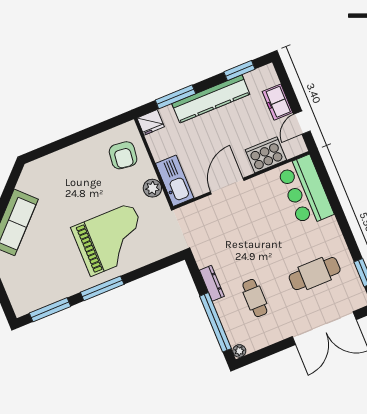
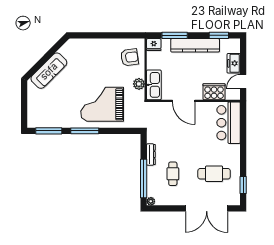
armchair: (123, 155) -> (129, 57), turned -105
door: (227, 186) -> (184, 101), swing flipped
grand piano: (111, 239) -> (102, 104), turned 180

